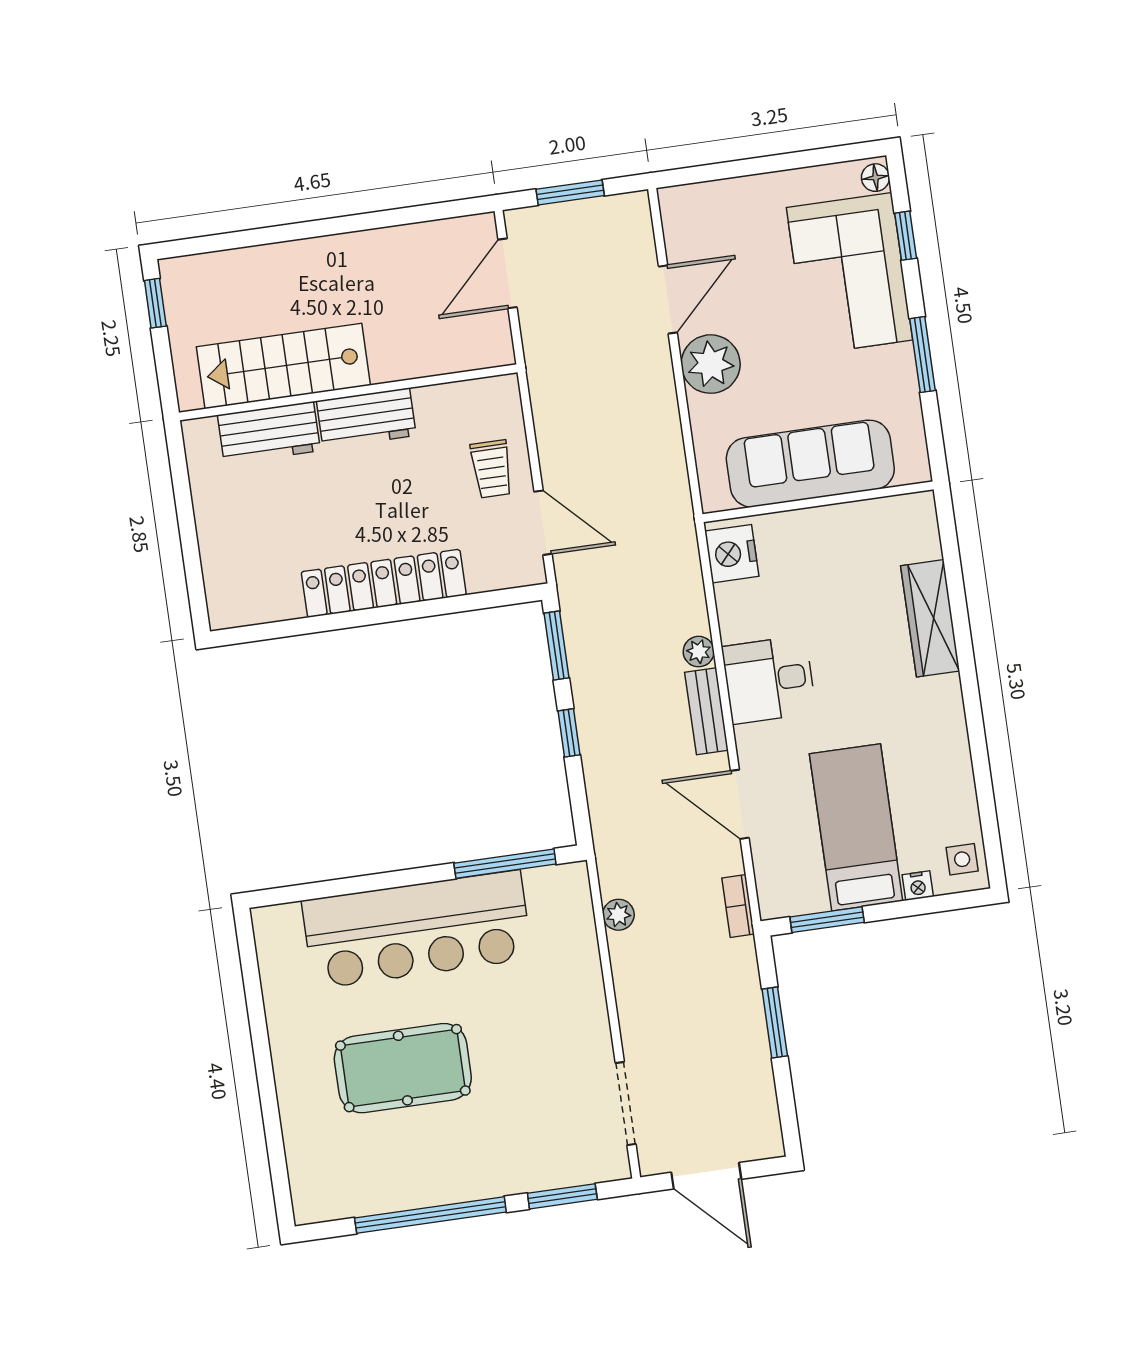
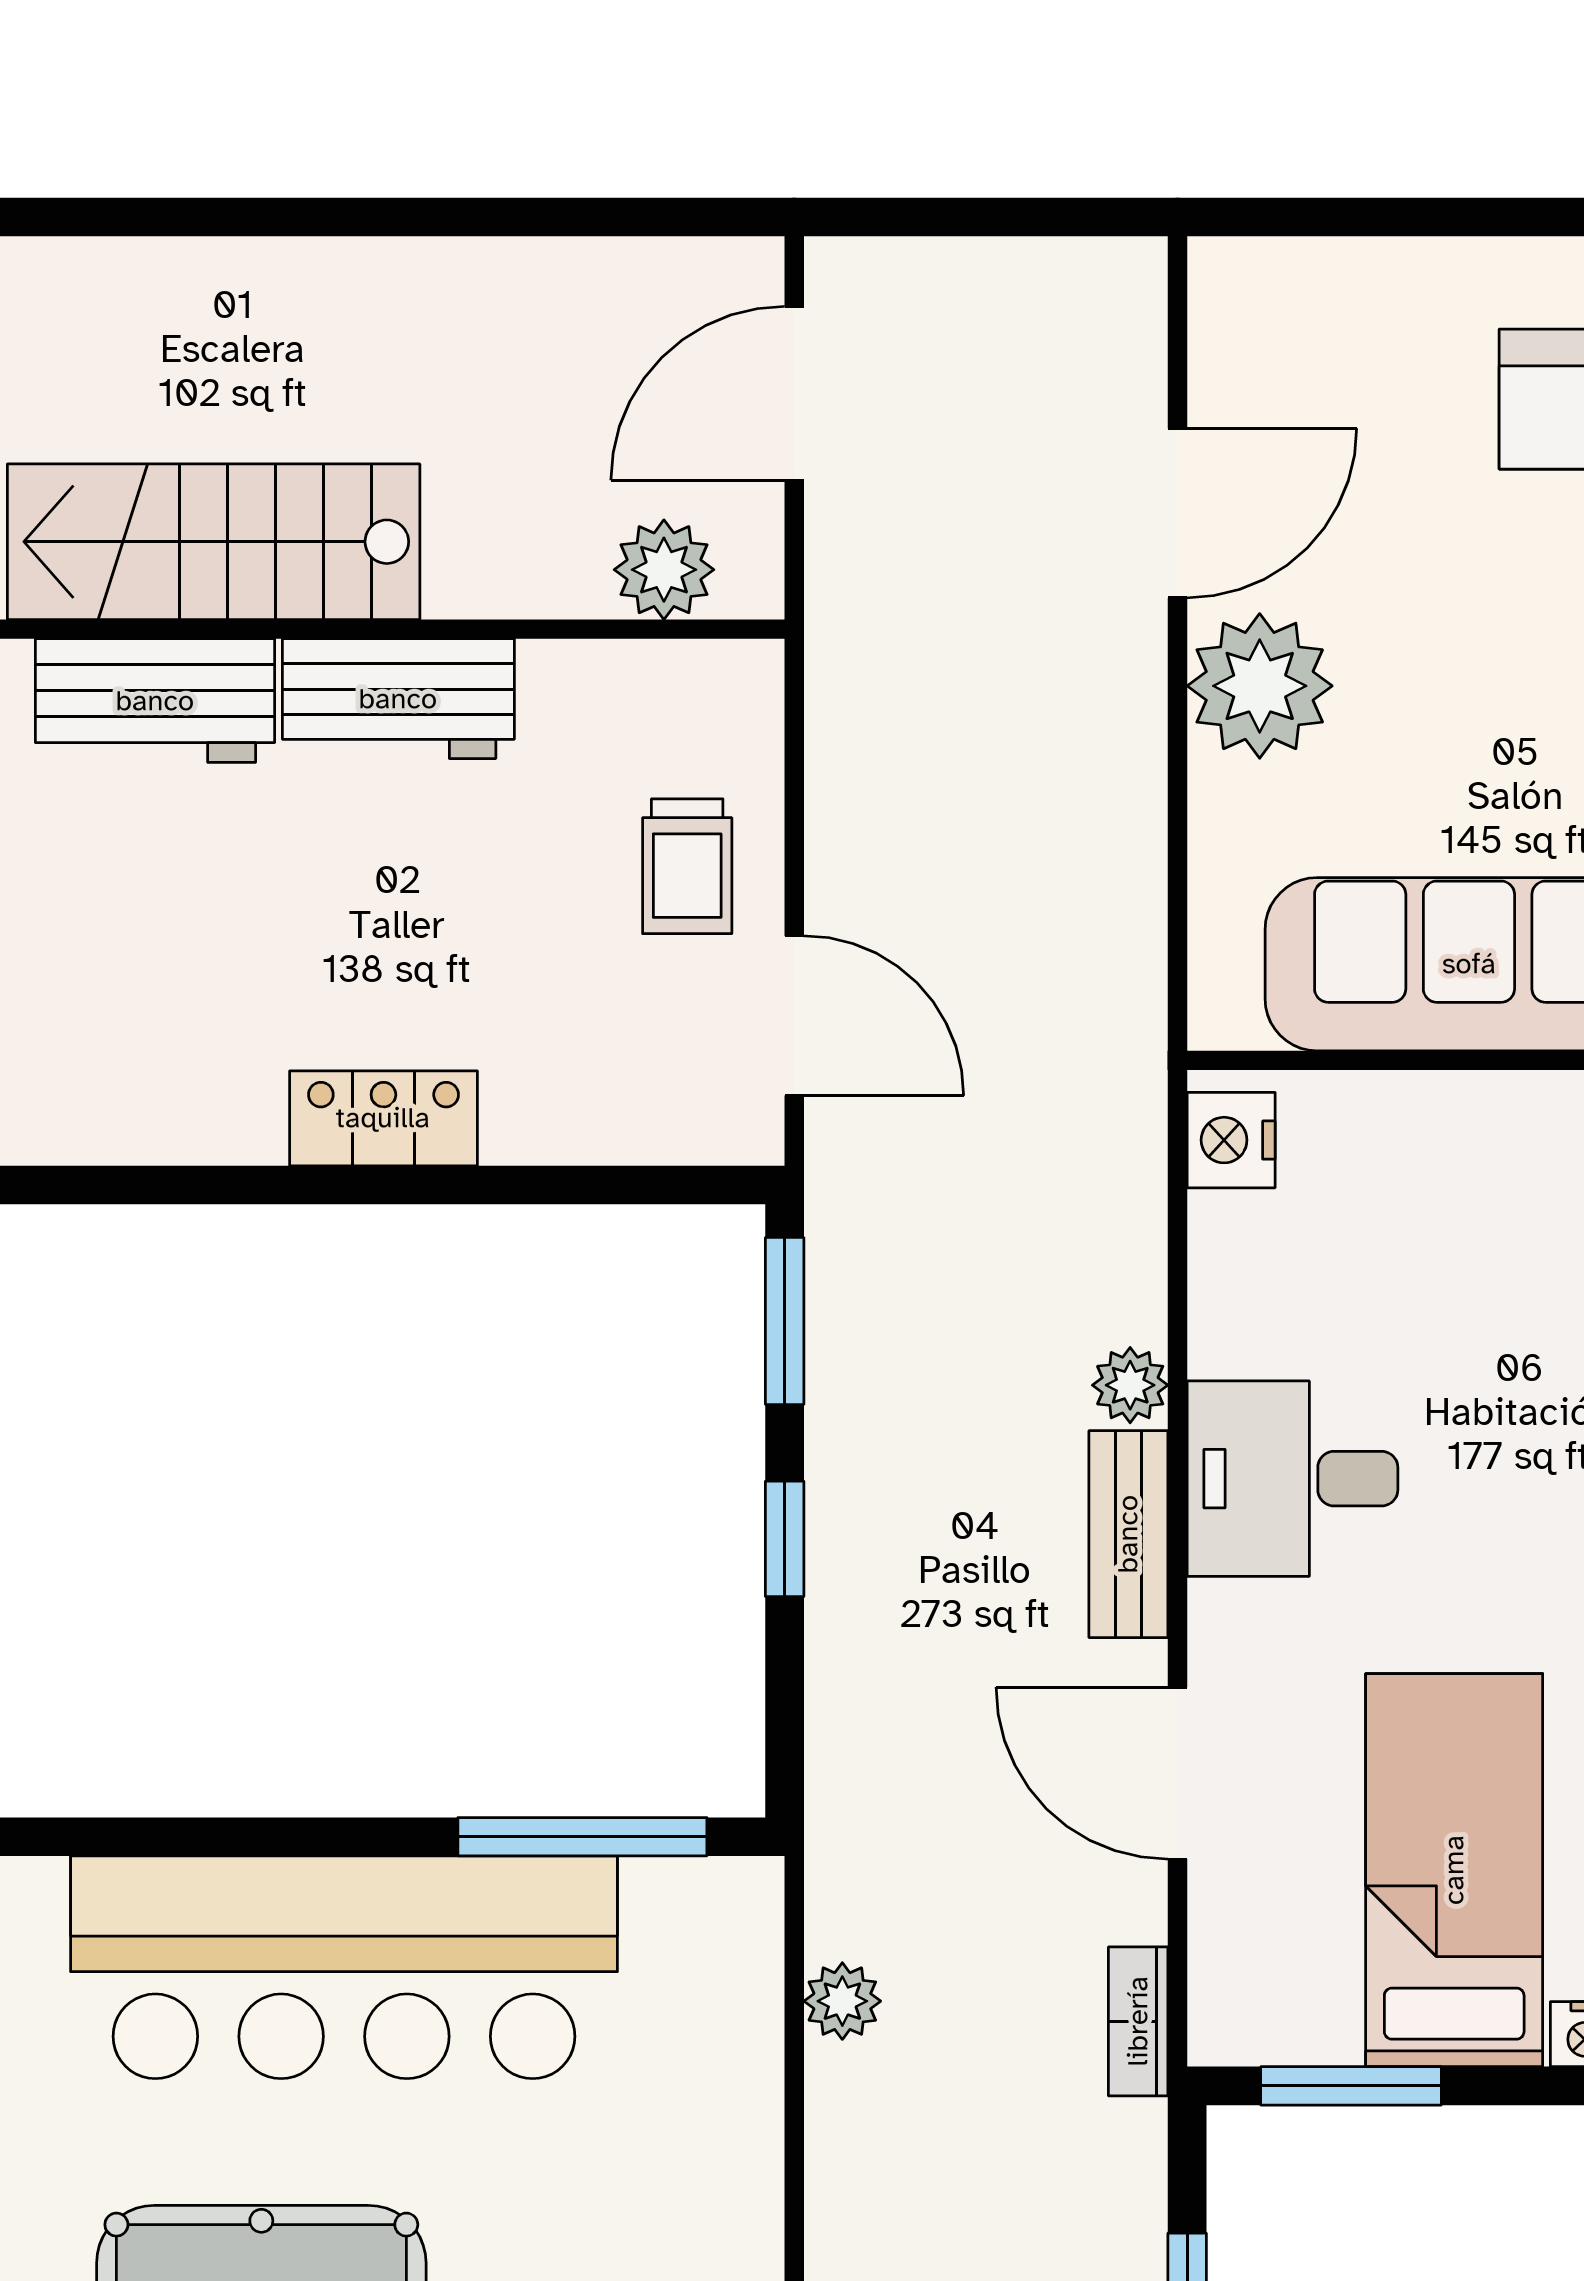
window: (570, 192) -> (976, 217), removed
plant: (465, 351) -> (664, 570), added
nightstand: (732, 554) -> (1231, 1140), width x0.74, depth x0.75
locker: (384, 583) -> (383, 1118), width x0.46, depth x0.83

